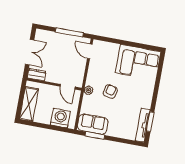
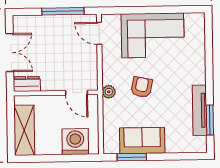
corner sofa: (138, 62) -> (153, 35), moved
sofa: (93, 124) -> (142, 141), moved
tv unit: (143, 125) -> (200, 110), moved

